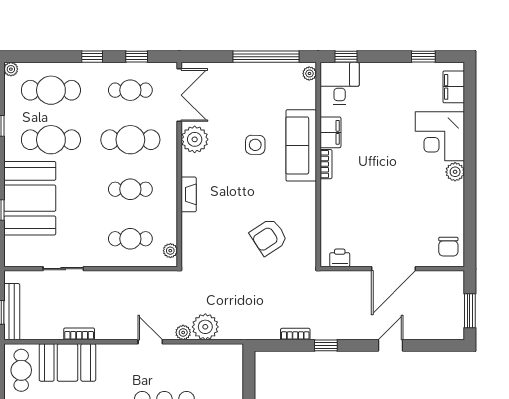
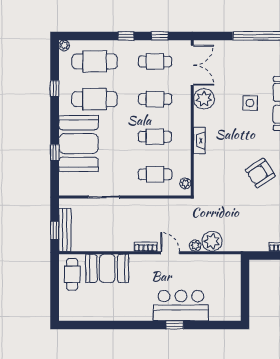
cafe table: (130, 140) -> (155, 99), width x0.73, depth x0.74
bookcase: (79, 334) -> (146, 247), moved

